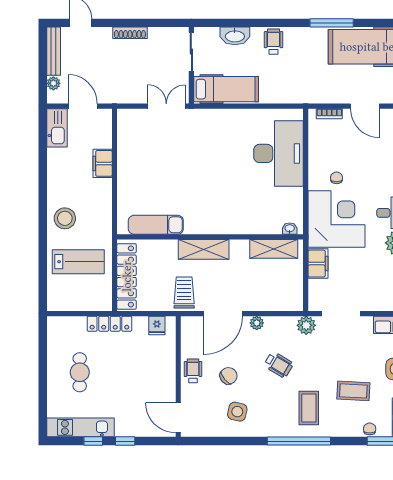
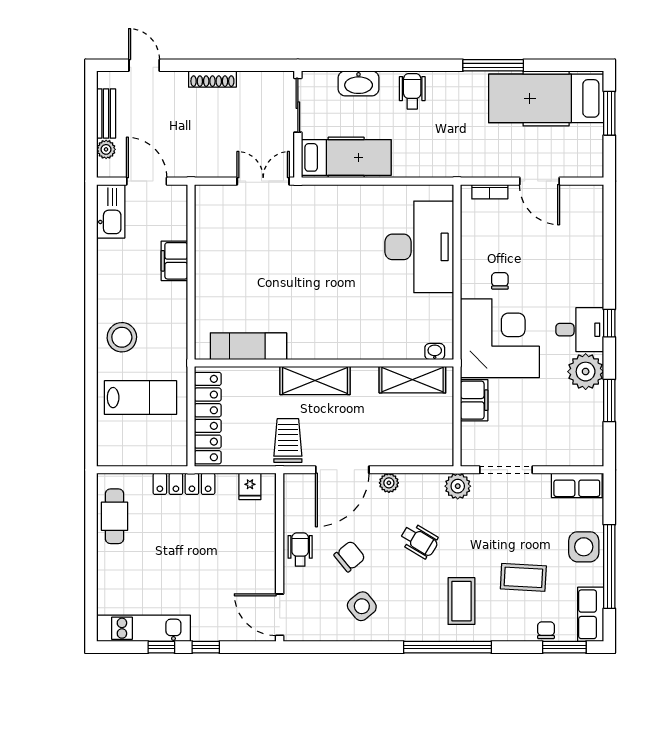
bench: (54, 51) -> (106, 114), width x0.73
cafe table: (80, 372) -> (114, 516), moved
side table: (237, 412) -> (362, 606), turned 38

